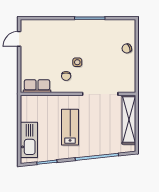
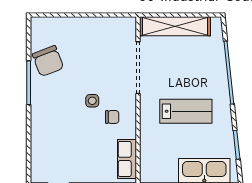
chair: (127, 48) -> (48, 61), moved, width x1.87, depth x1.87
lab bench: (70, 127) -> (186, 111), turned 180

